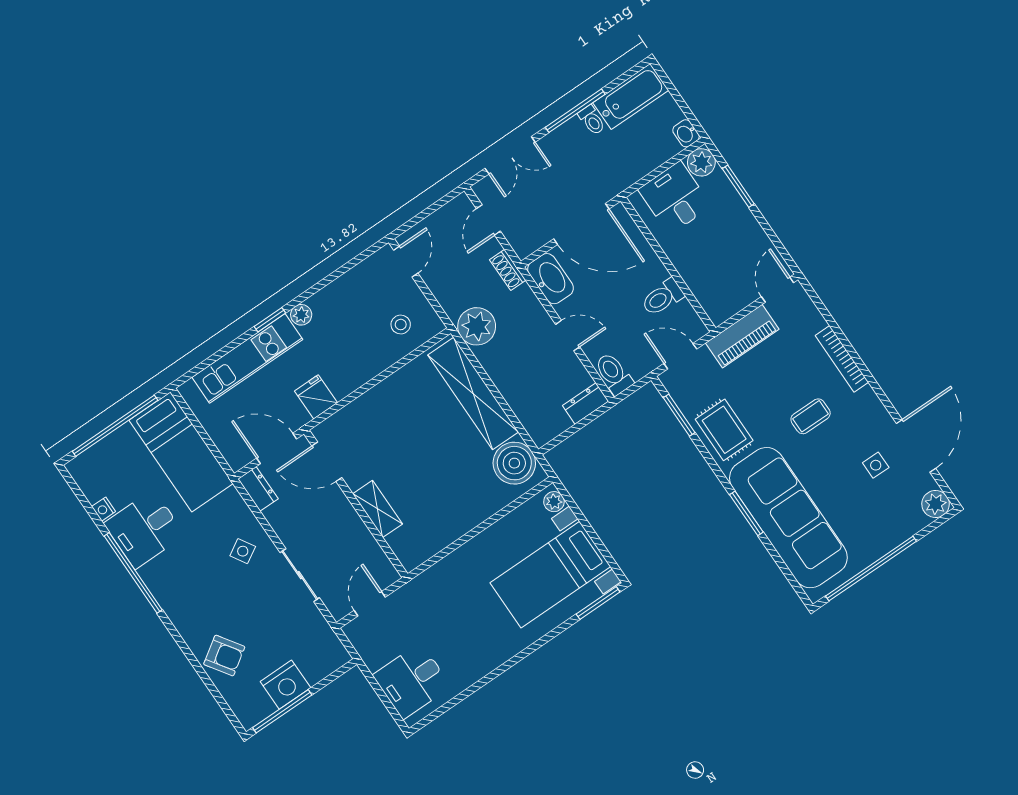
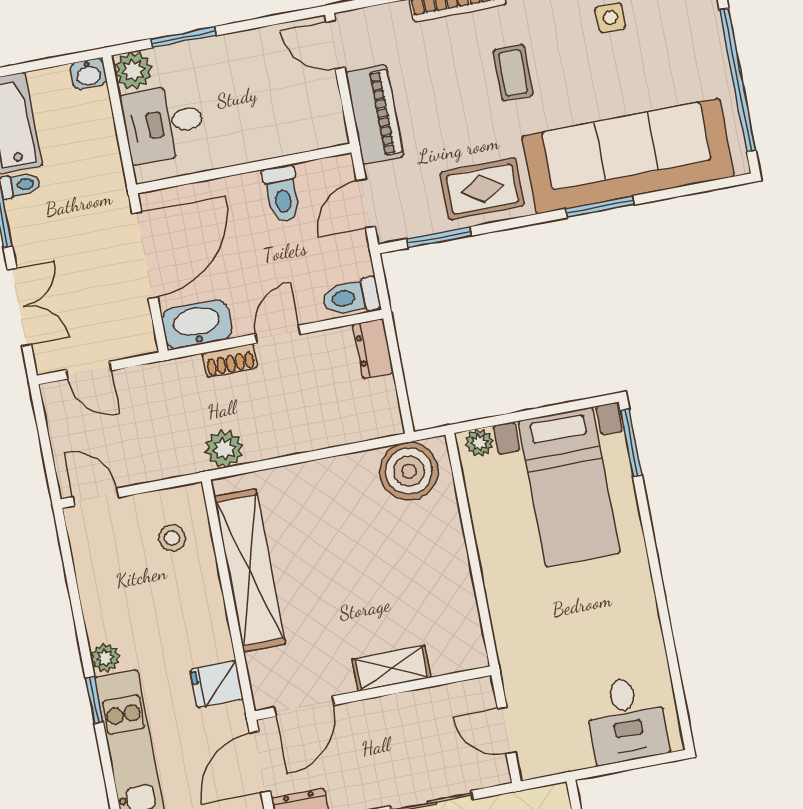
shoe rack: (508, 270) -> (230, 360), moved
plant: (477, 326) -> (224, 449), width x0.73, depth x0.73
shelving: (473, 393) -> (250, 570), moved, turned 90

